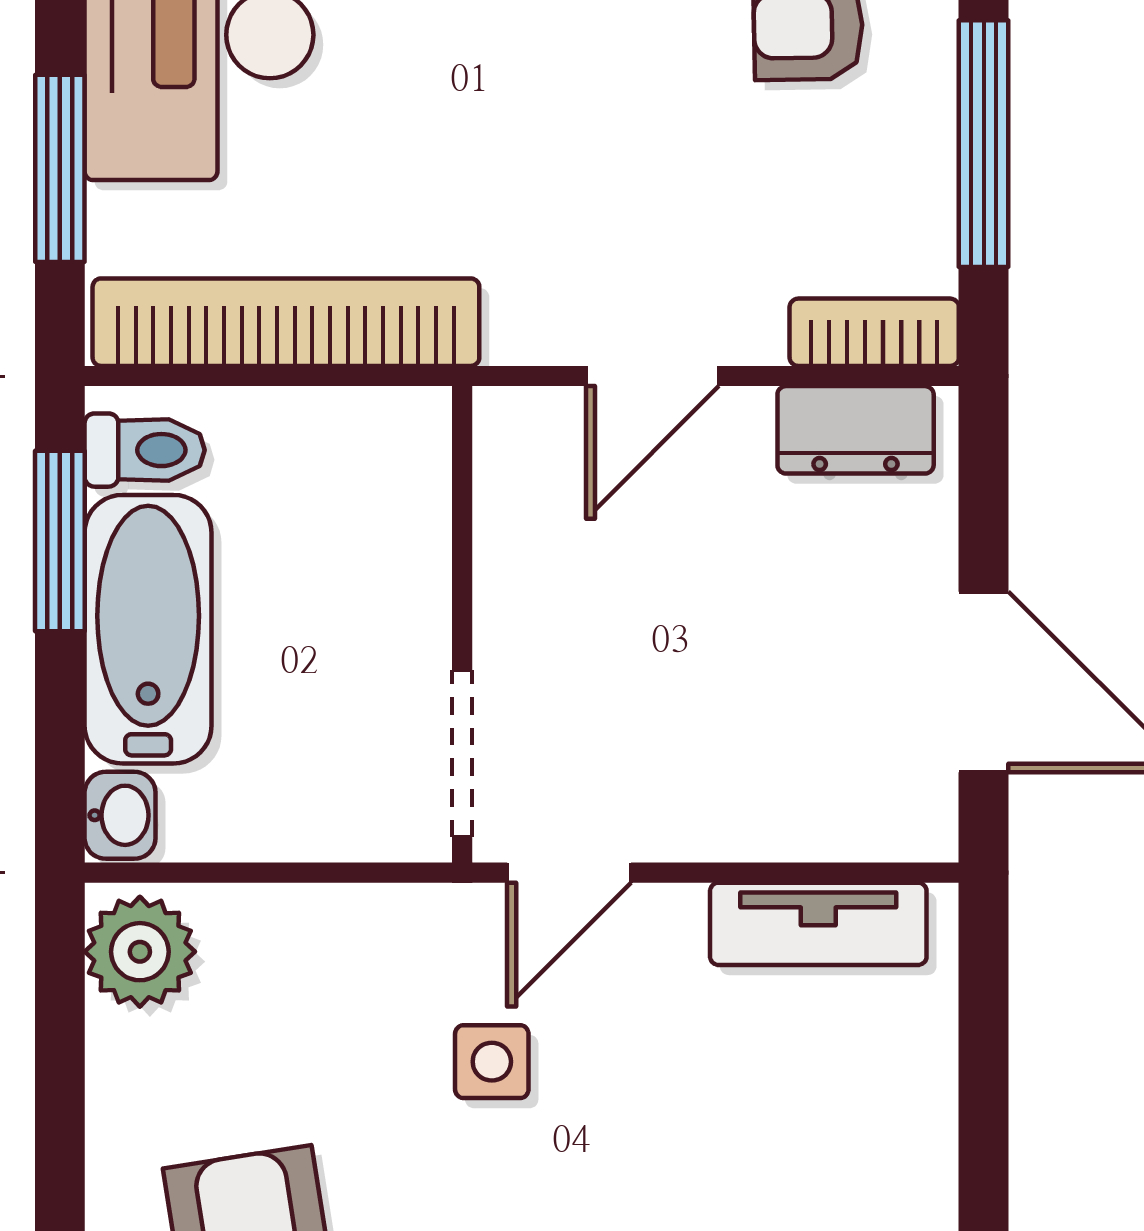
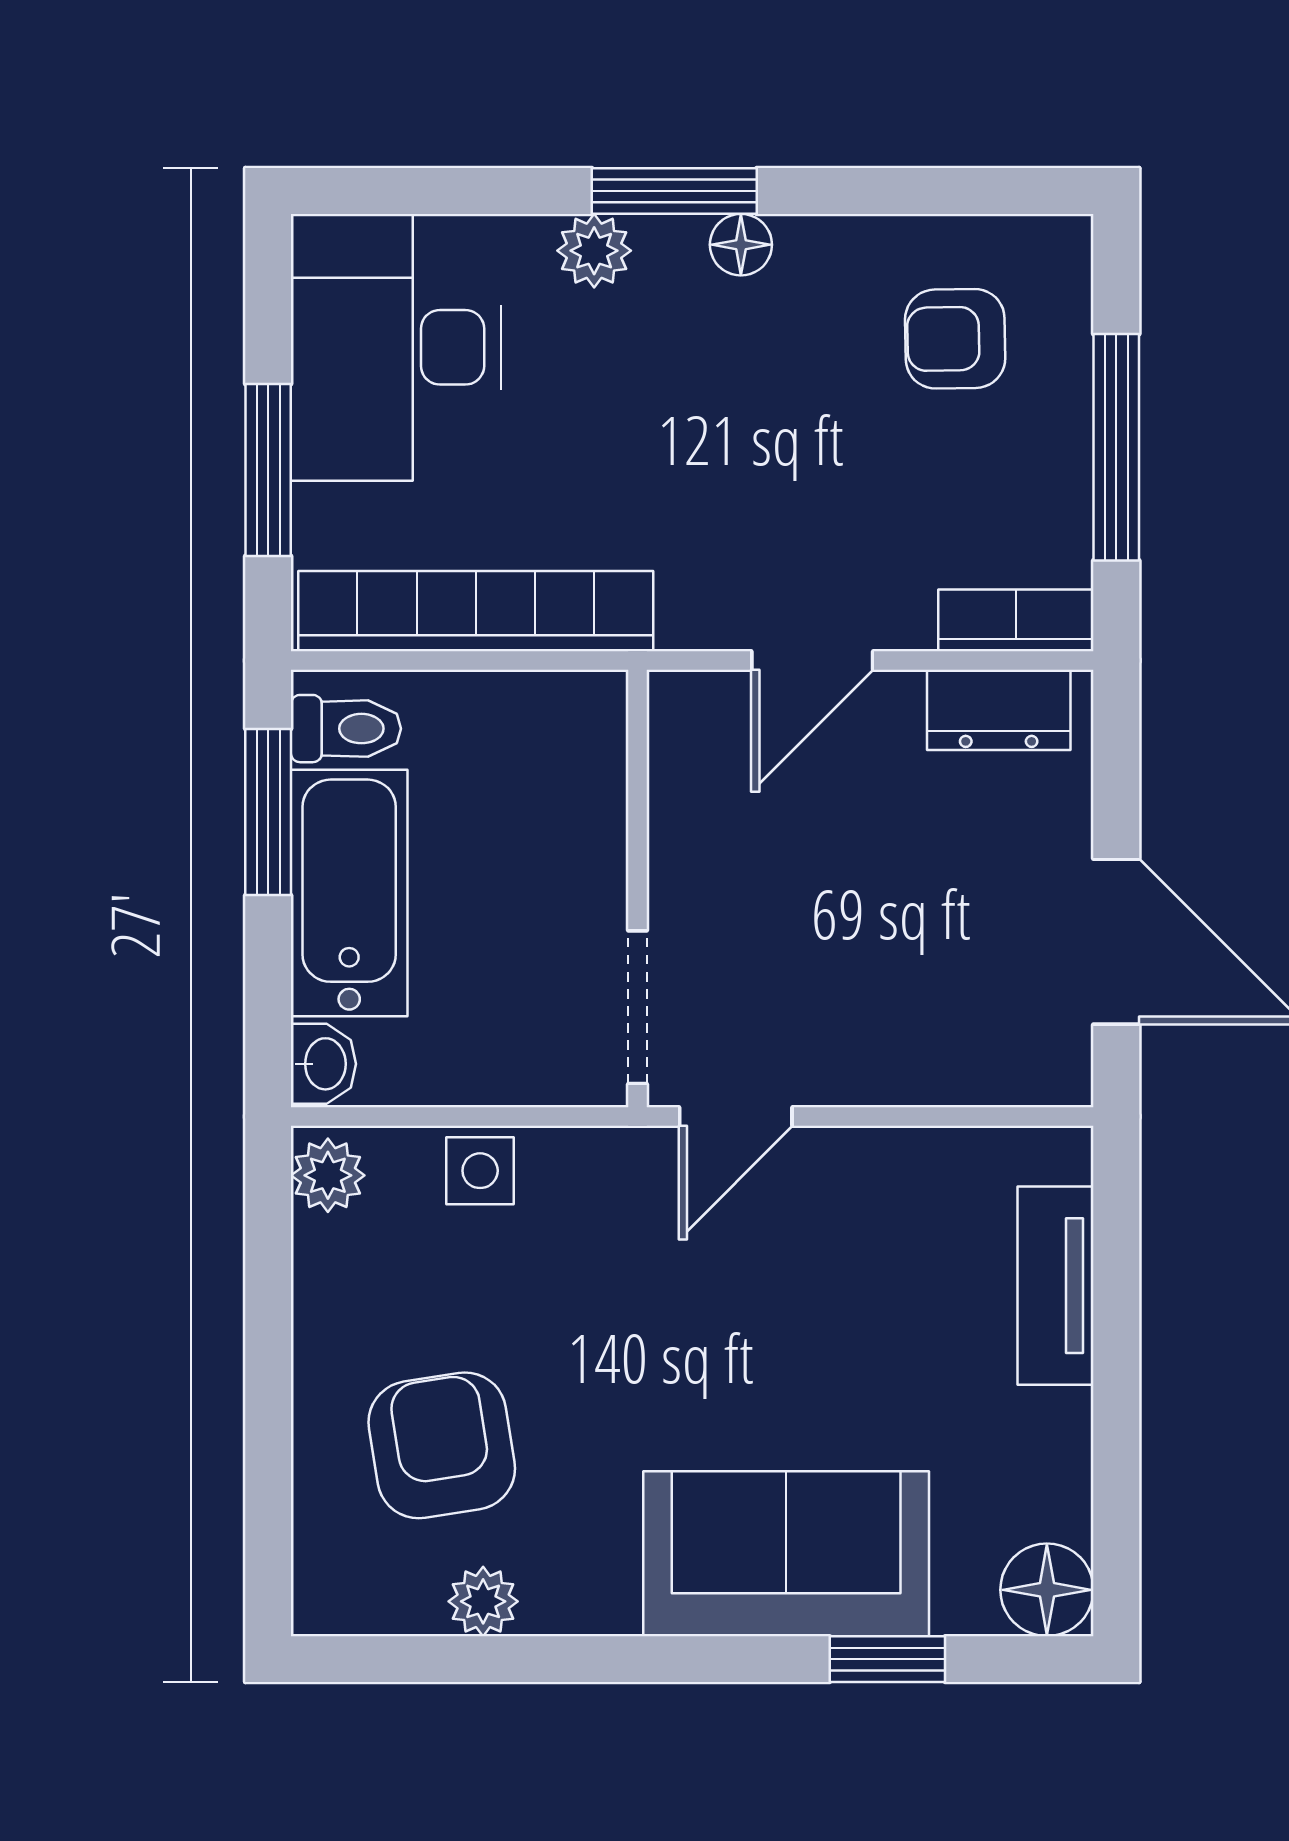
tv unit: (818, 924) -> (1056, 1286), moved, turned 90
plant: (140, 952) -> (328, 1175), width x0.73, depth x0.73
side table: (492, 1062) -> (480, 1171), moved

